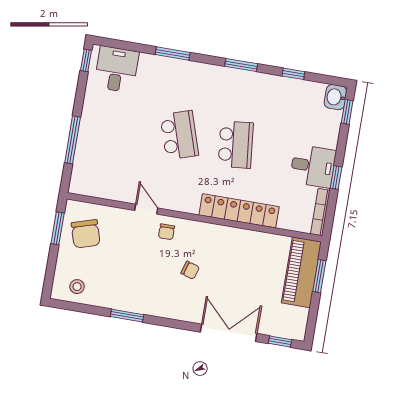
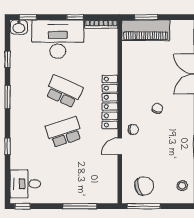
window: (173, 53) -> (8, 146), width x0.67
school desk: (236, 145) -> (64, 91), turned 30
desk: (313, 166) -> (58, 39), width x1.87, depth x1.30
locker: (239, 211) -> (110, 102), moved
window: (58, 228) -> (144, 206), width x1.44

